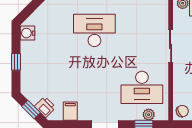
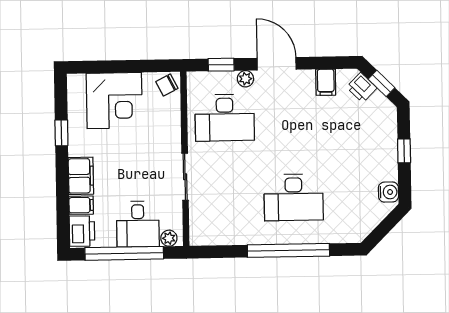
desk: (142, 87) -> (225, 118), turned 180
plant: (149, 115) -> (245, 79), moved

